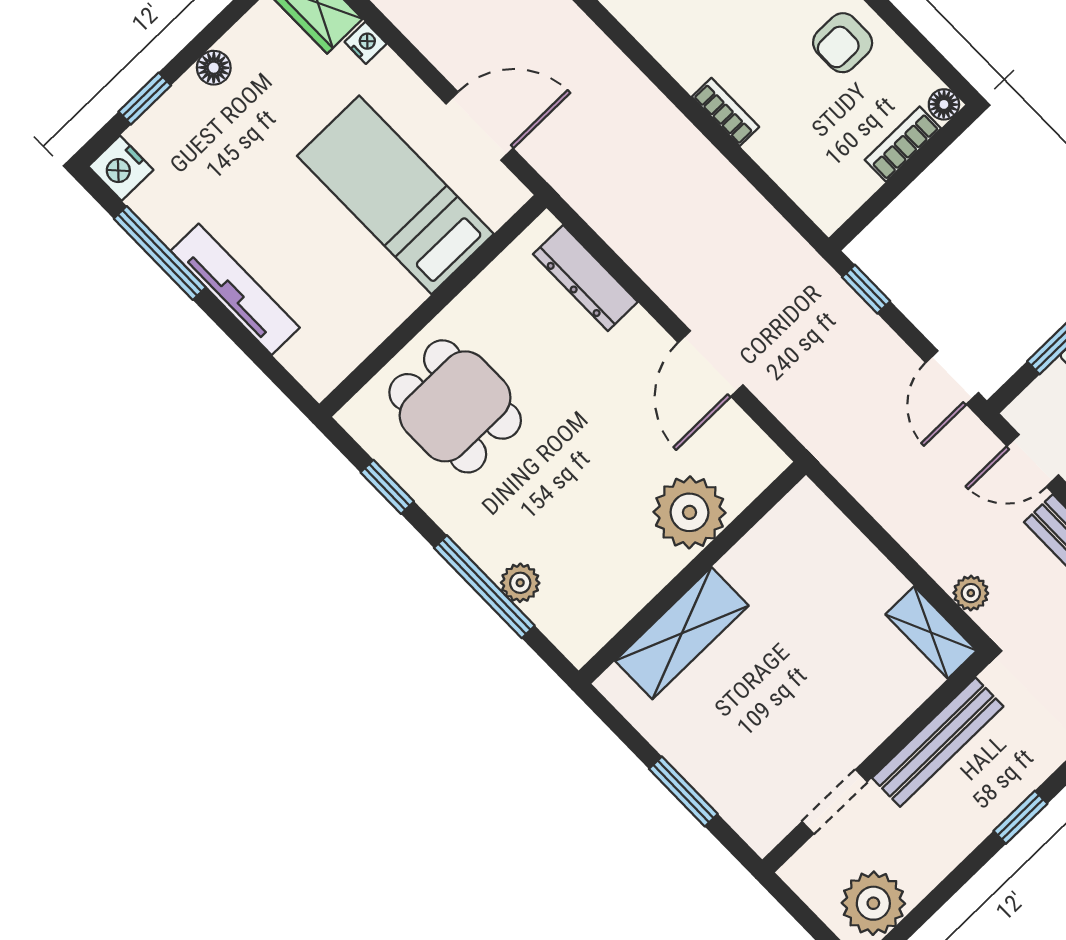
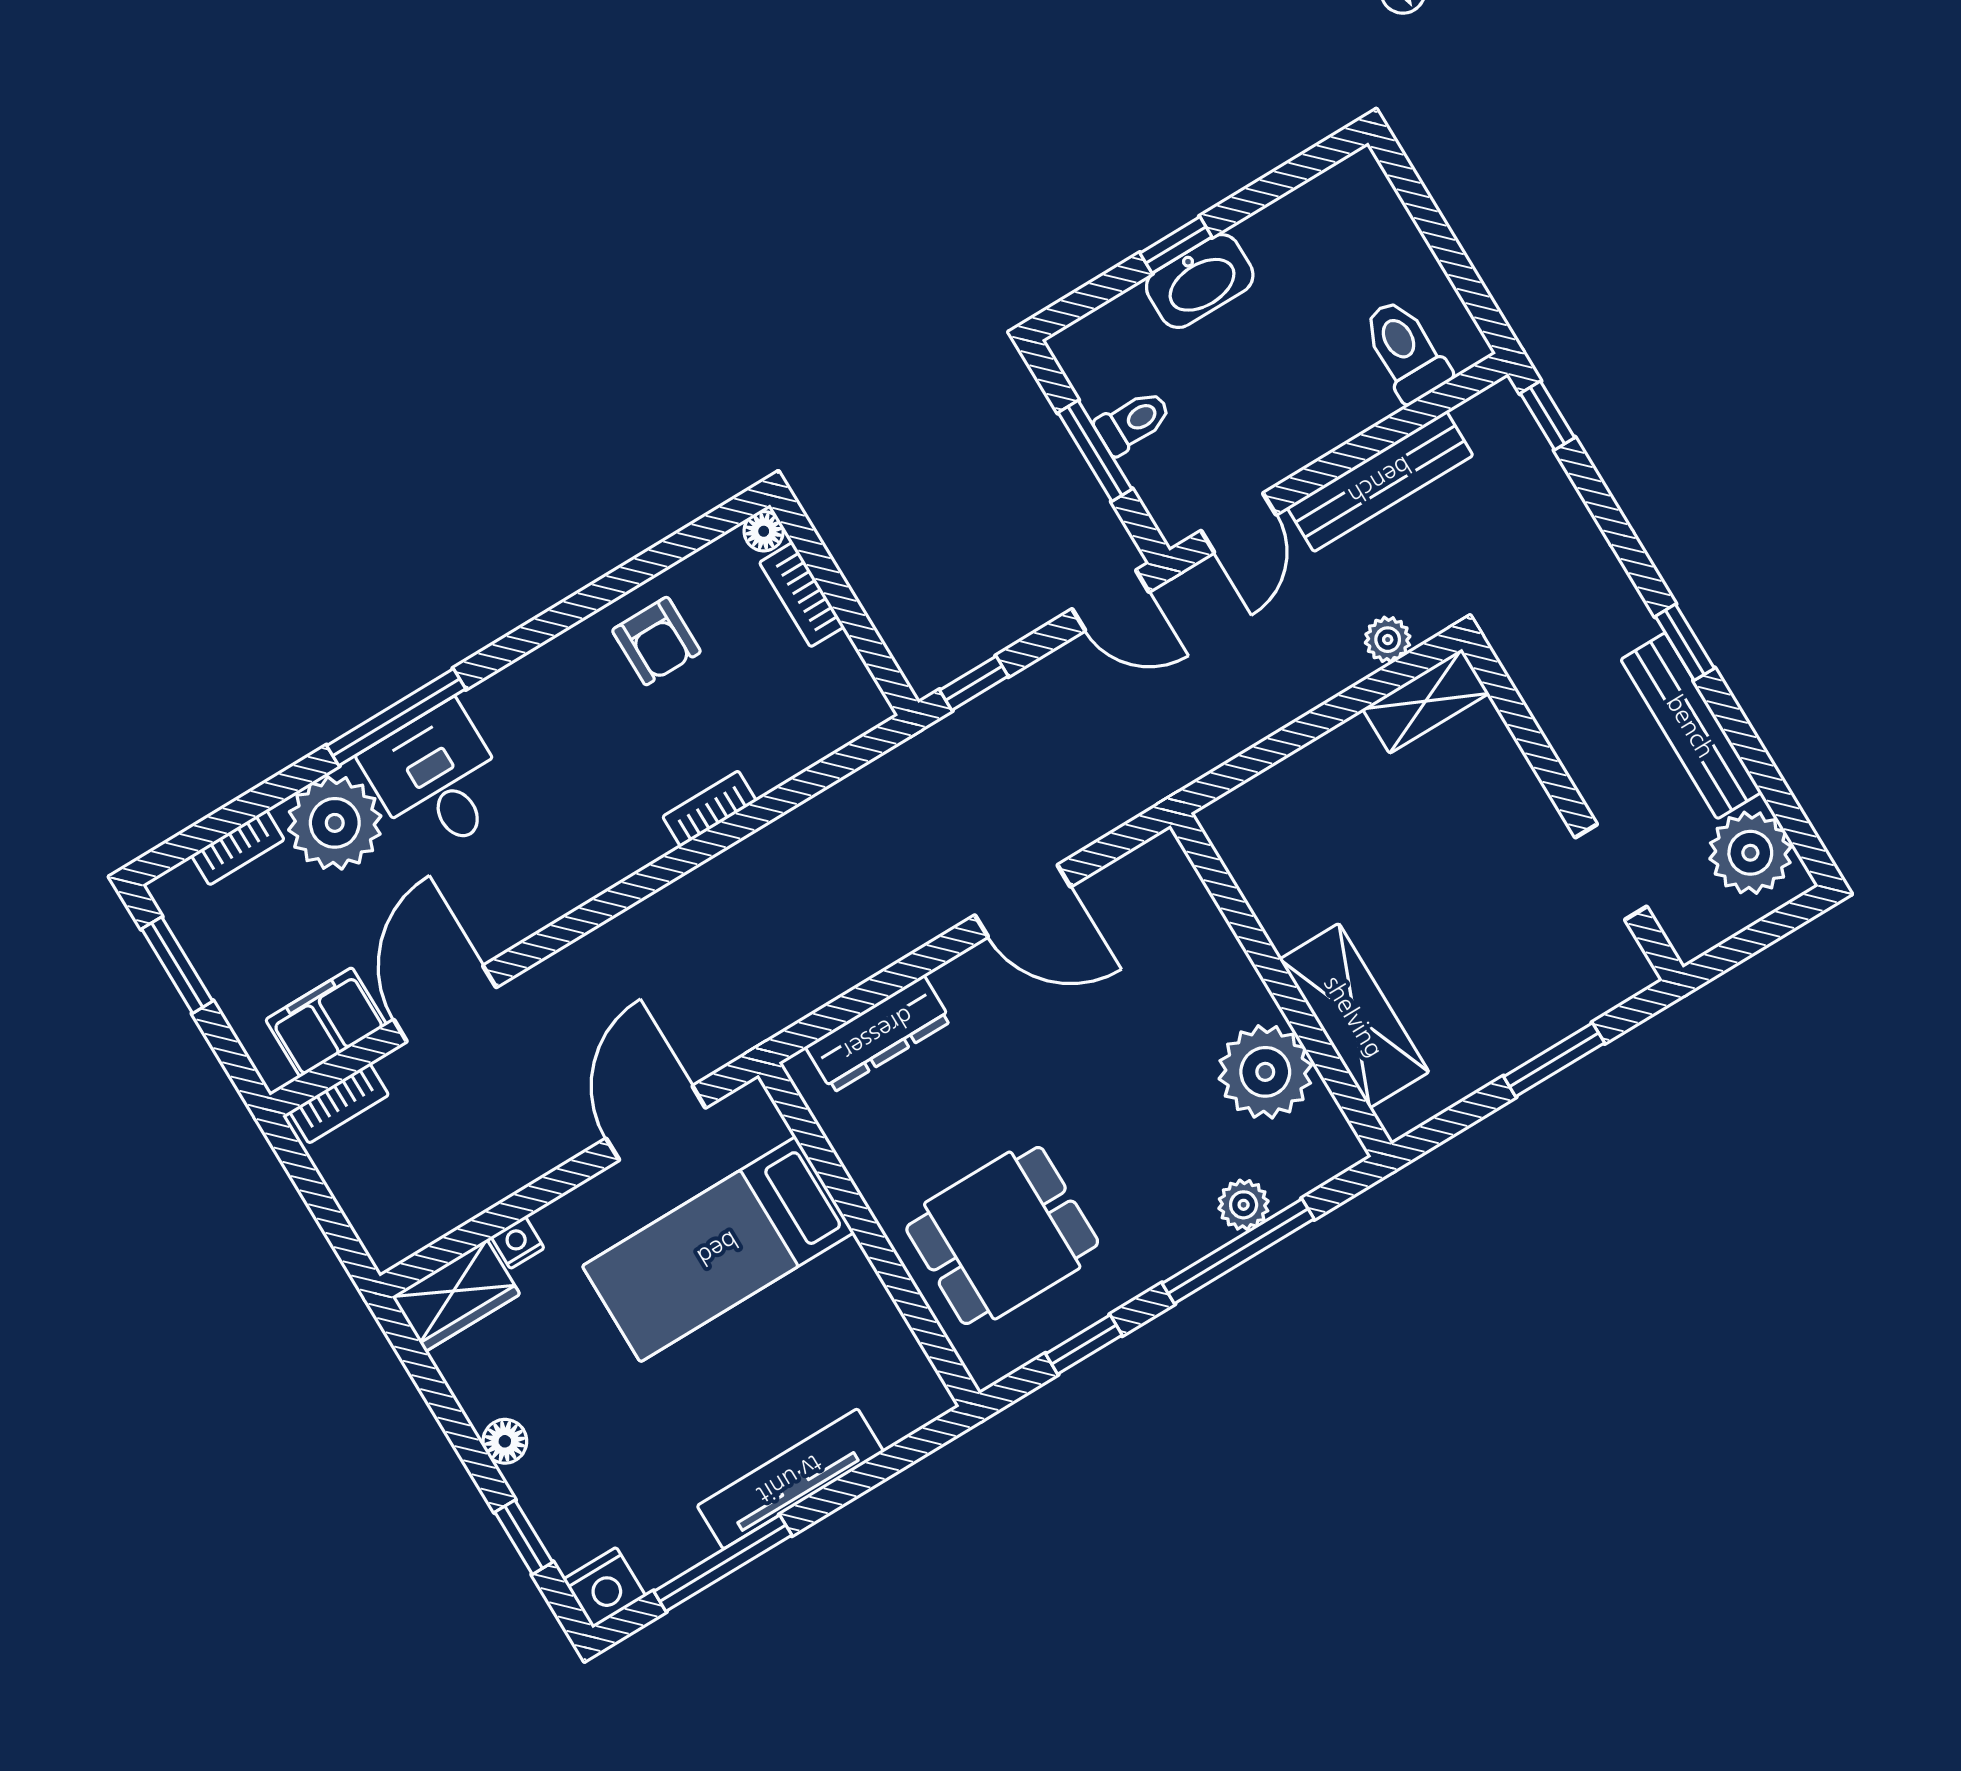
plant: (690, 512) -> (1265, 1072), moved
bench: (938, 742) -> (1691, 726), moved

